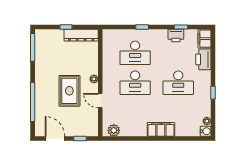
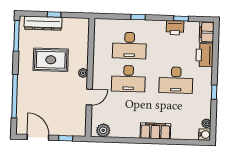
dresser: (81, 35) -> (43, 23), moved
rug: (69, 91) -> (51, 60), moved, turned 90
door: (100, 101) -> (89, 97), swing flipped

